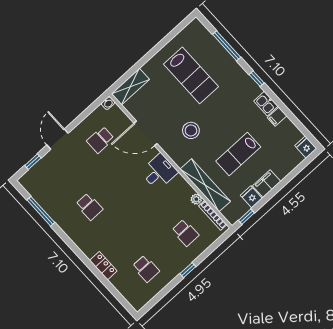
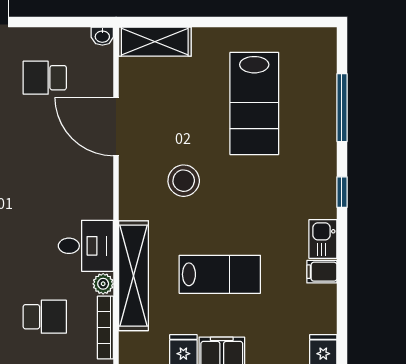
lab bench: (238, 154) -> (220, 274), turned 180
desk: (159, 172) -> (86, 246), moved
school desk: (185, 233) -> (45, 317), turned -90

